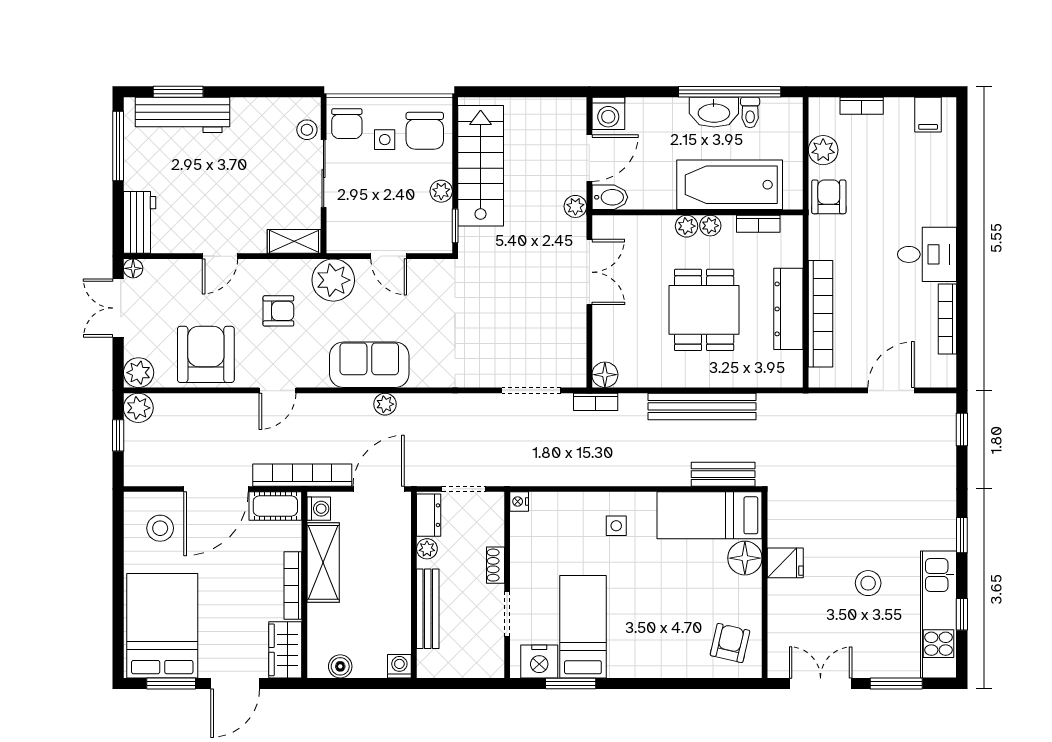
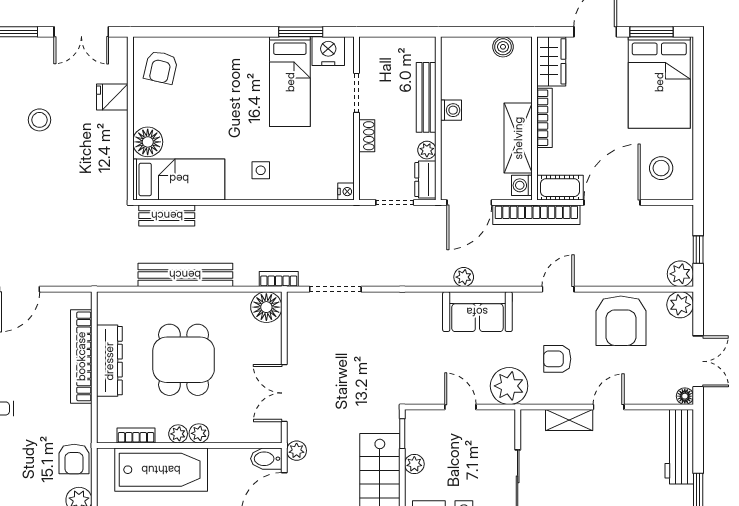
workbench: (140, 222) -> (679, 447), width x1.38
shelving: (294, 241) -> (569, 420), moved
floor lamp: (605, 375) -> (266, 307), width x1.38, depth x1.38
fridge: (785, 563) -> (112, 97), moved
washing machine: (399, 666) -> (451, 110), moved, turned -90

